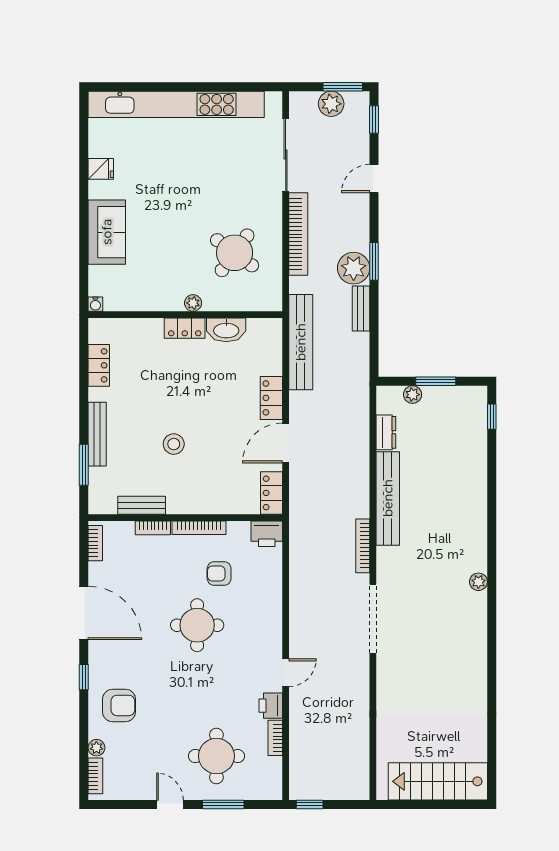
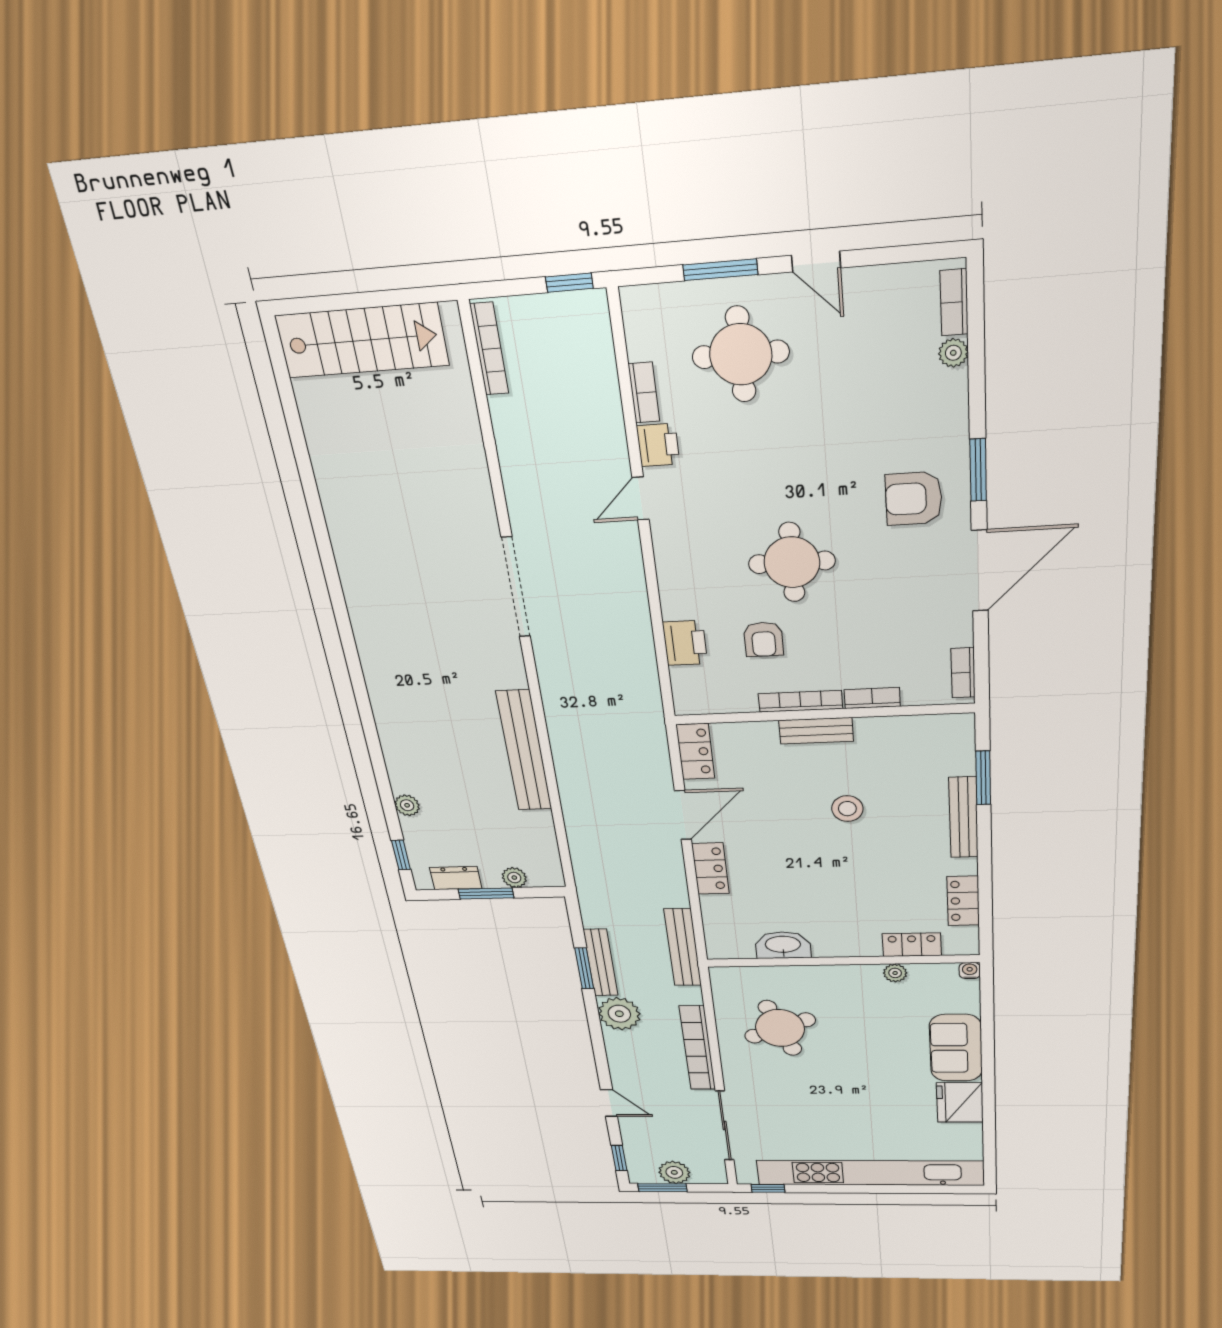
window: (258, 87) -> (768, 1188), added
fridge: (101, 169) -> (960, 1102), width x1.88, depth x1.34
door: (374, 179) -> (609, 1103), hinge flipped
round table: (235, 253) -> (780, 1028), turned 33
window: (374, 261) -> (584, 968), moved
plant: (193, 303) -> (895, 973), moved
bench: (361, 309) -> (601, 963), width x1.36
locker: (185, 328) -> (912, 945), moved
bench: (301, 342) -> (683, 947), width x0.73, depth x0.82
dresser: (386, 432) -> (456, 878), moved, turned 90
bench: (142, 505) -> (816, 731), moved
printer: (267, 534) -> (685, 643), moved, turned 90
bookcase: (363, 546) -> (489, 349), moved
armchair: (219, 574) -> (763, 639), turned 90
plant: (478, 582) -> (407, 805), moved
door: (84, 613) -> (980, 571), swing flipped
window: (84, 677) -> (978, 470), width x1.50
armchair: (119, 705) -> (914, 499), moved

